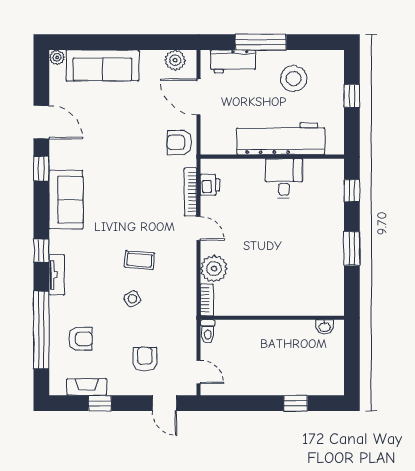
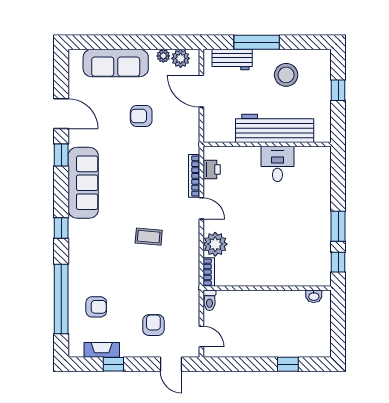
plant: (57, 57) -> (163, 56), moved
armchair: (179, 143) -> (141, 116), moved
window: (352, 191) -> (338, 262), moved
sofa: (66, 200) -> (83, 183), width x1.36
tv unit: (57, 275) -> (75, 250), removed
side table: (132, 299) -> (142, 271), removed

